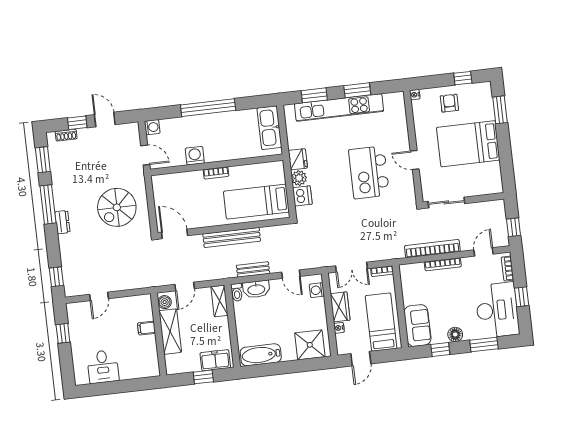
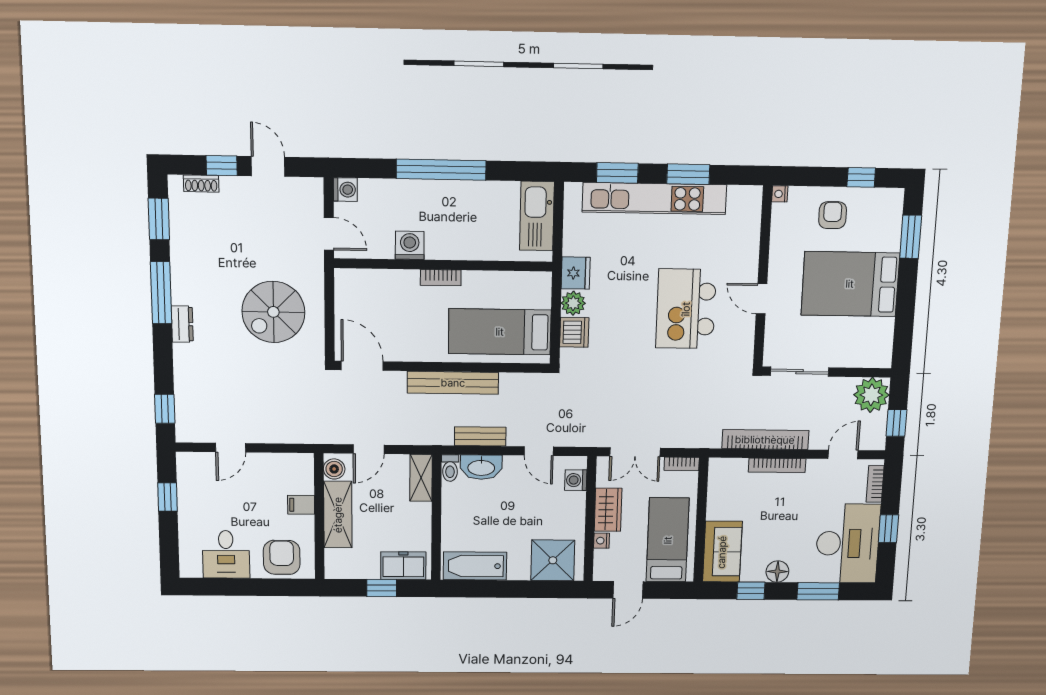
plant: (494, 211) -> (871, 395), added
armchair: (138, 364) -> (282, 557), added

